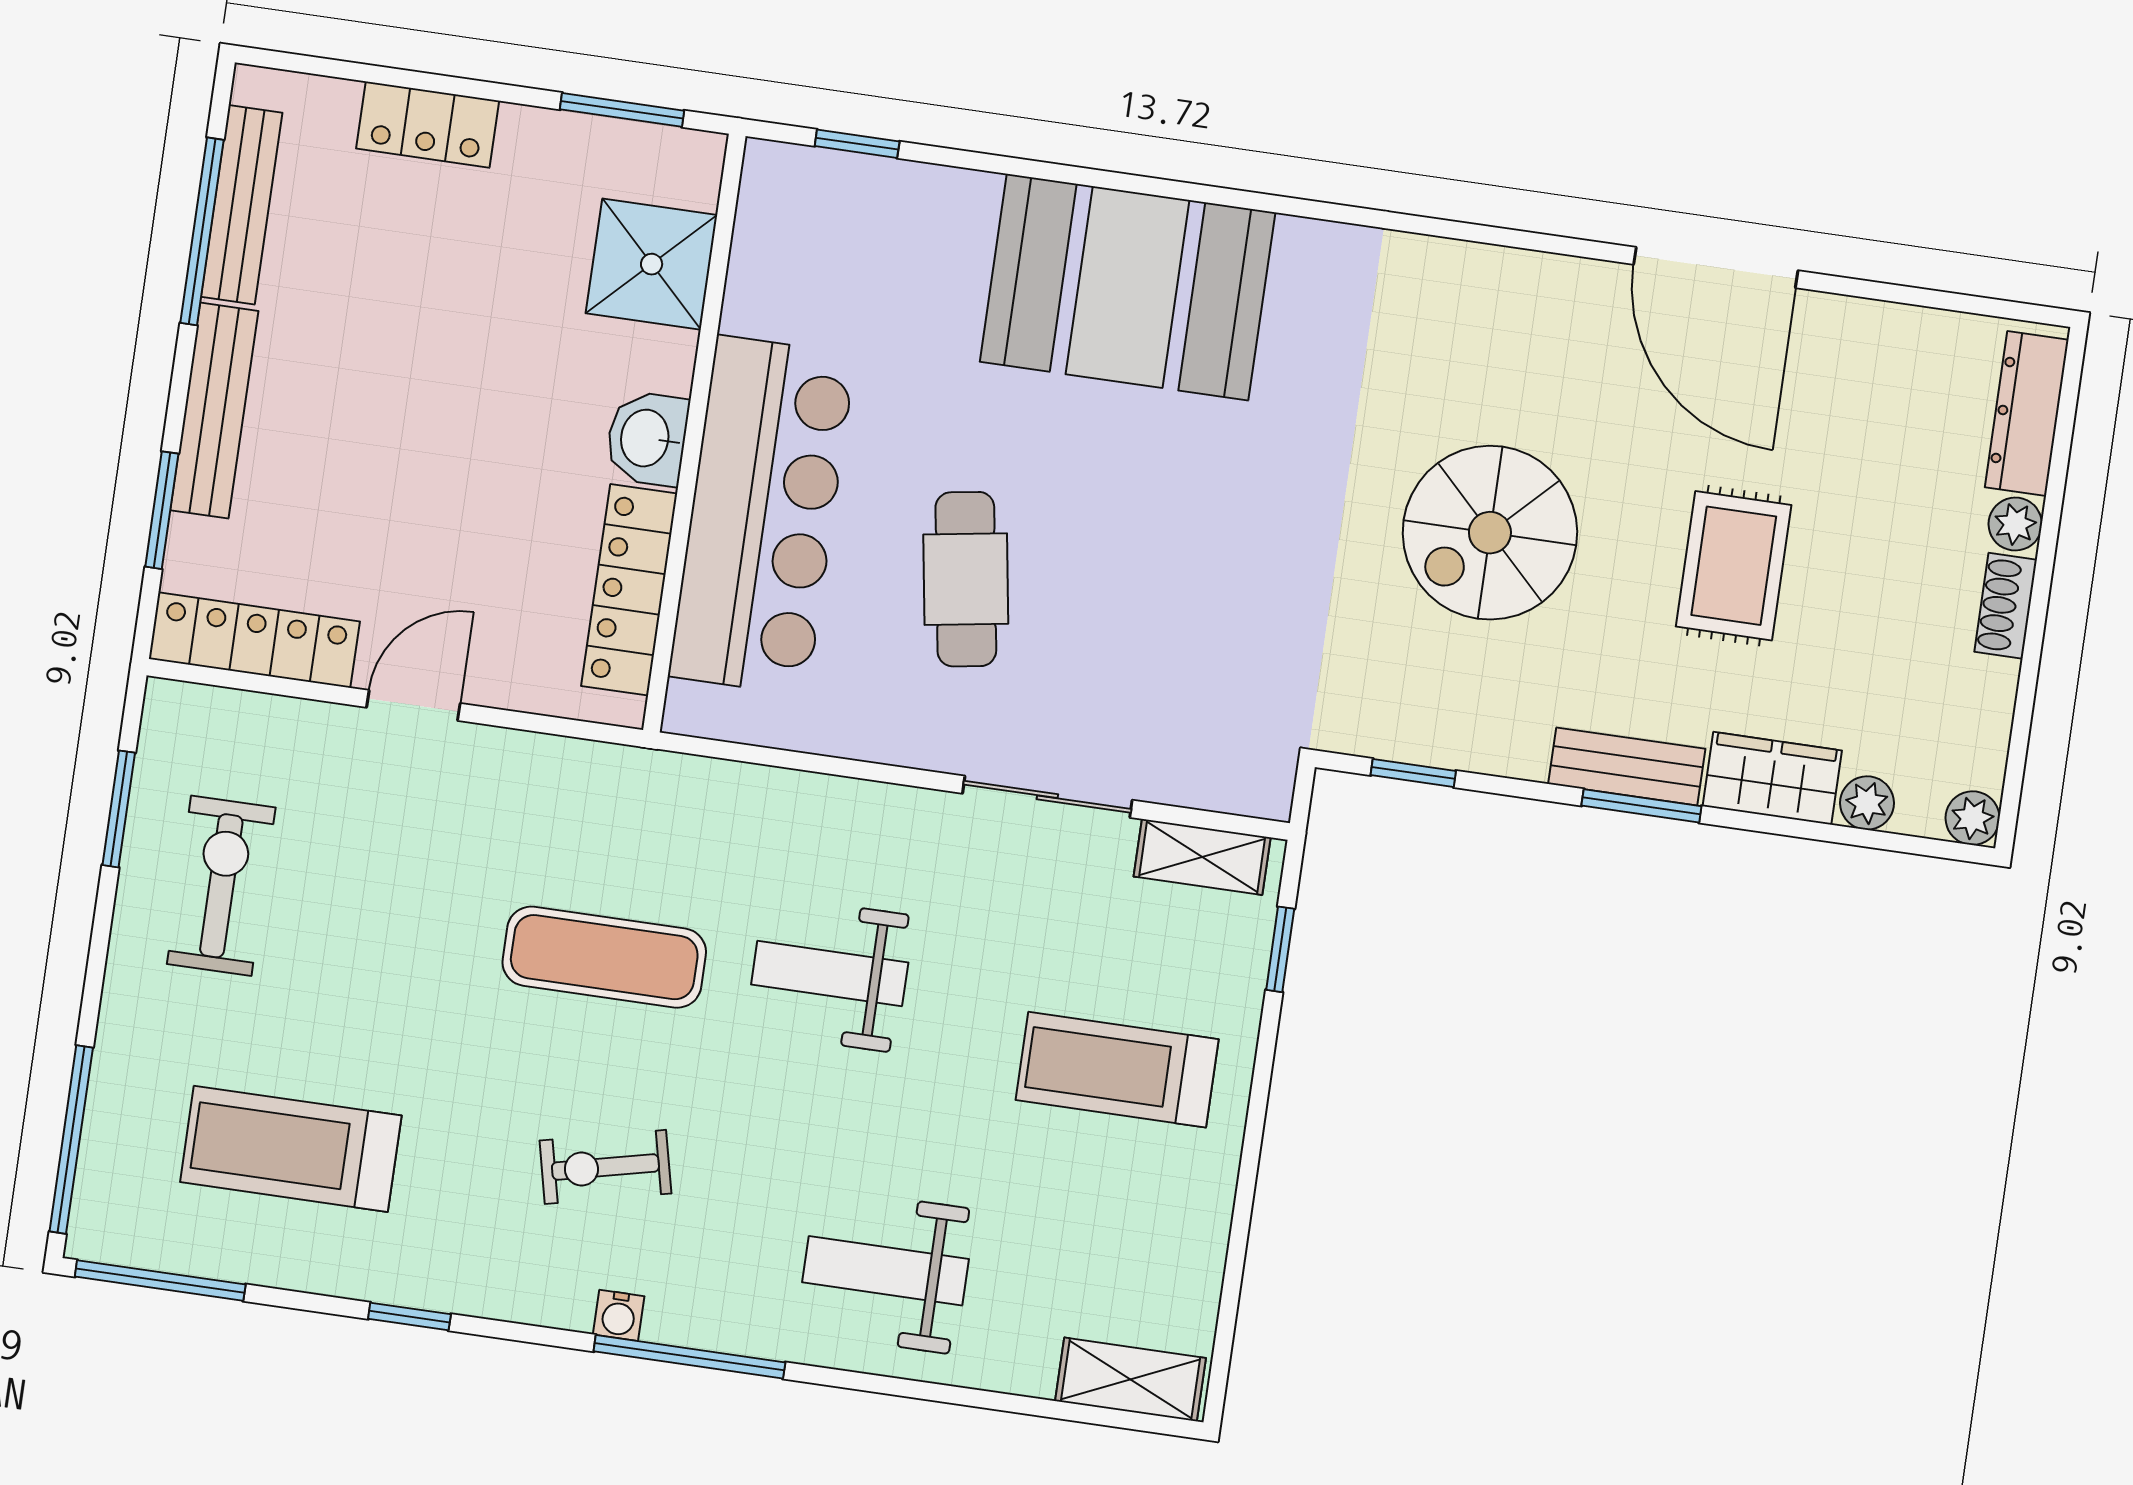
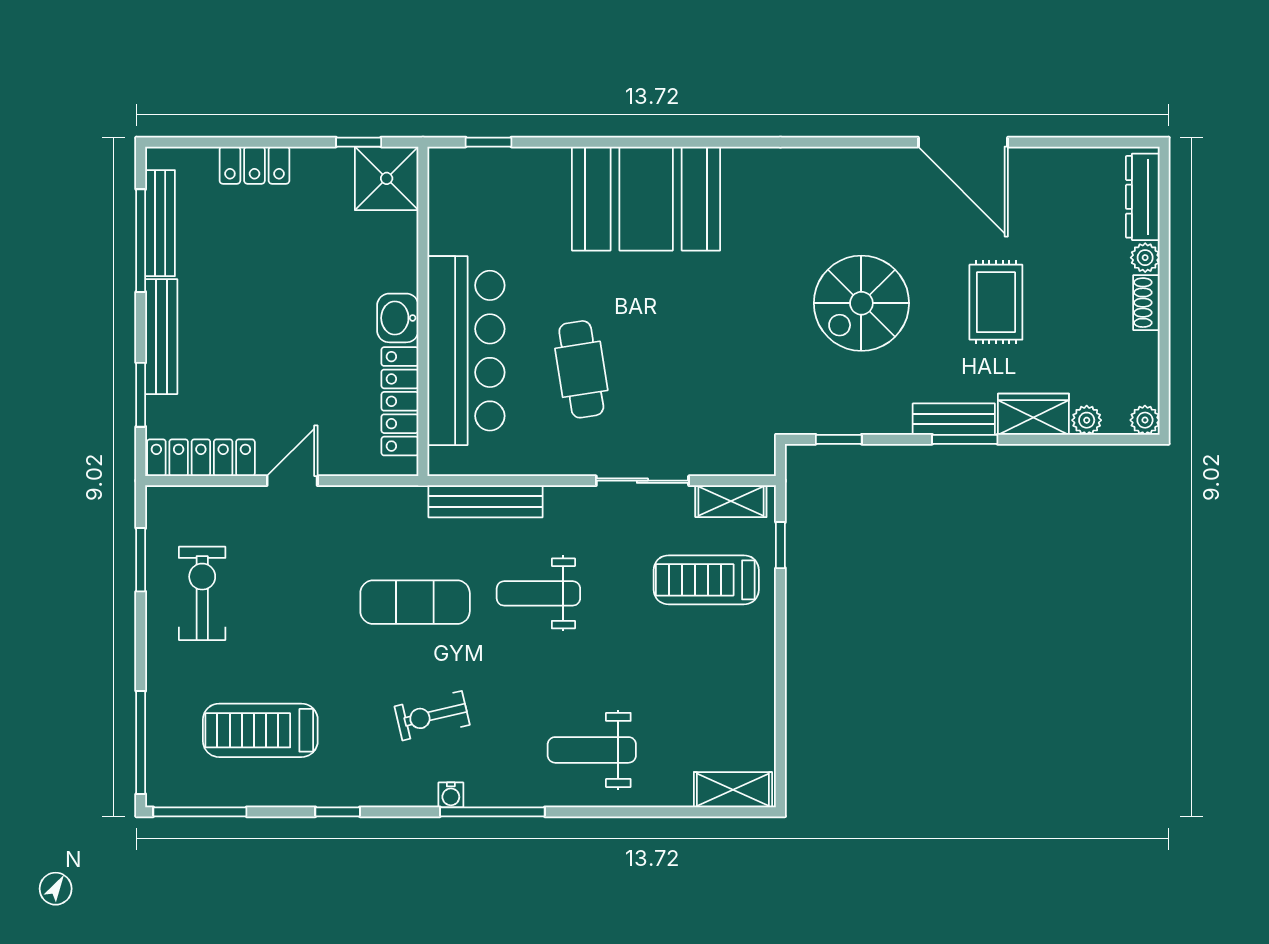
window: (622, 110) -> (359, 142), width x0.67
shower: (652, 264) -> (387, 178), moved
bench: (758, 793) -> (485, 501), added
treadmill: (1117, 1070) -> (706, 580), moved

